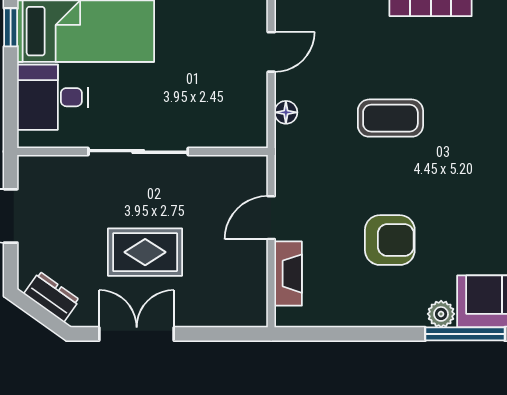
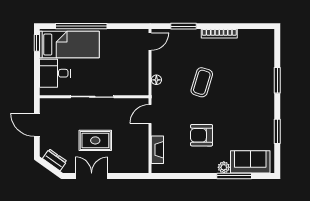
door: (271, 52) -> (150, 41), moved
coffee table: (390, 118) -> (202, 82), turned -73
door: (271, 218) -> (150, 114), moved
armchair: (390, 240) -> (202, 135), turned 180

